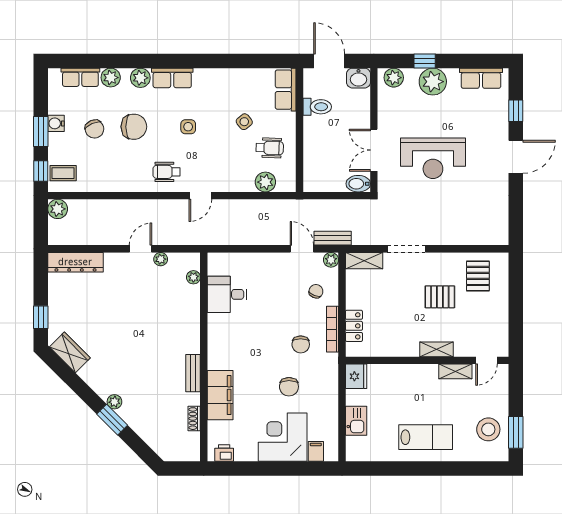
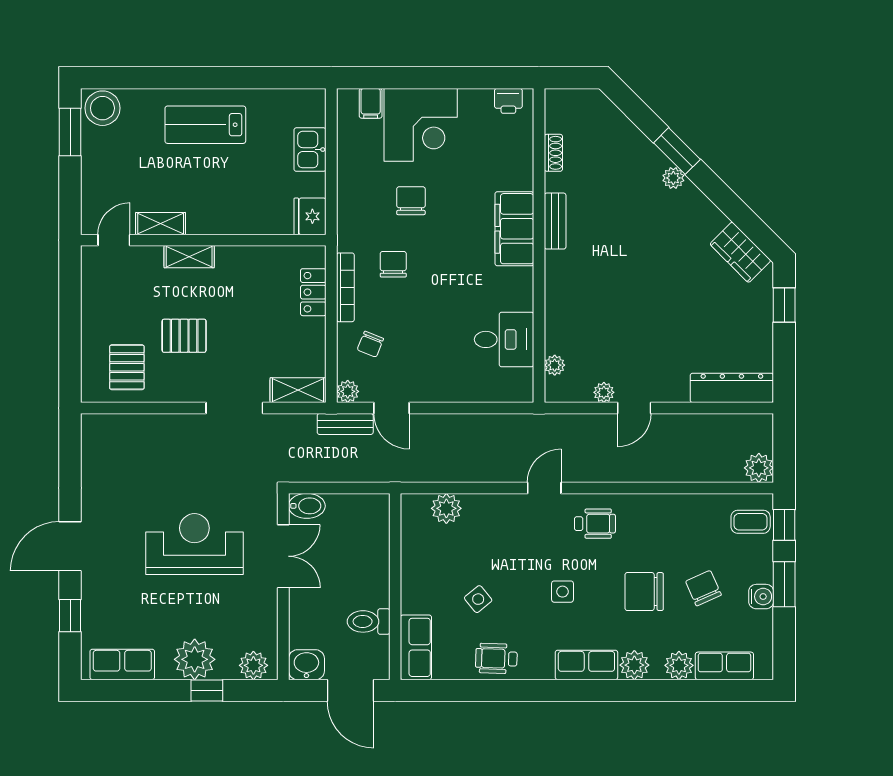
wheelchair: (270, 148) -> (496, 658), moved
filing cabinet: (220, 395) -> (514, 229), moved
stool: (488, 429) -> (102, 108), moved

